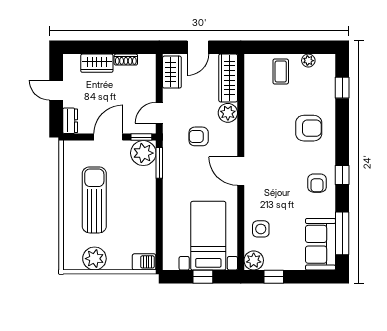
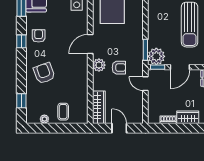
door: (198, 47) -> (119, 128), hinge flipped
wardrobe: (172, 72) -> (137, 111), removed
door: (159, 113) -> (145, 84), swing flipped
plant: (228, 113) -> (99, 65), moved
armchair: (309, 128) -> (44, 73), turned 70
door: (241, 171) -> (90, 44), swing flipped

